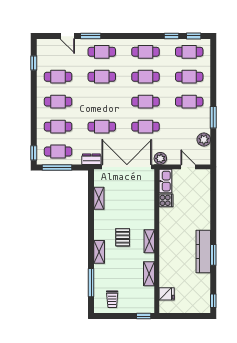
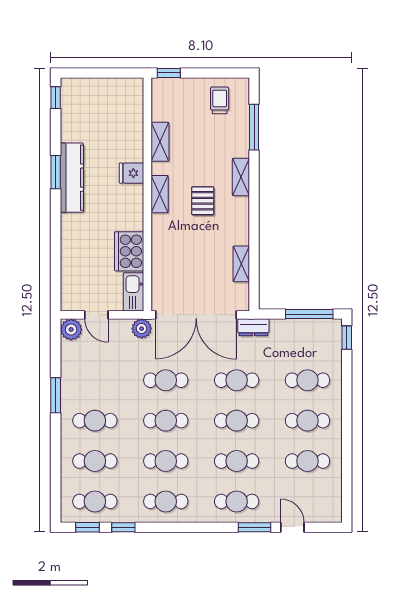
window: (34, 63) -> (347, 483), removed
plant: (204, 140) -> (71, 329), moved
cafe table: (58, 152) -> (237, 421), moved
cooker: (166, 200) -> (129, 251), width x1.87, depth x1.31
fridge: (167, 294) -> (132, 173), moved

